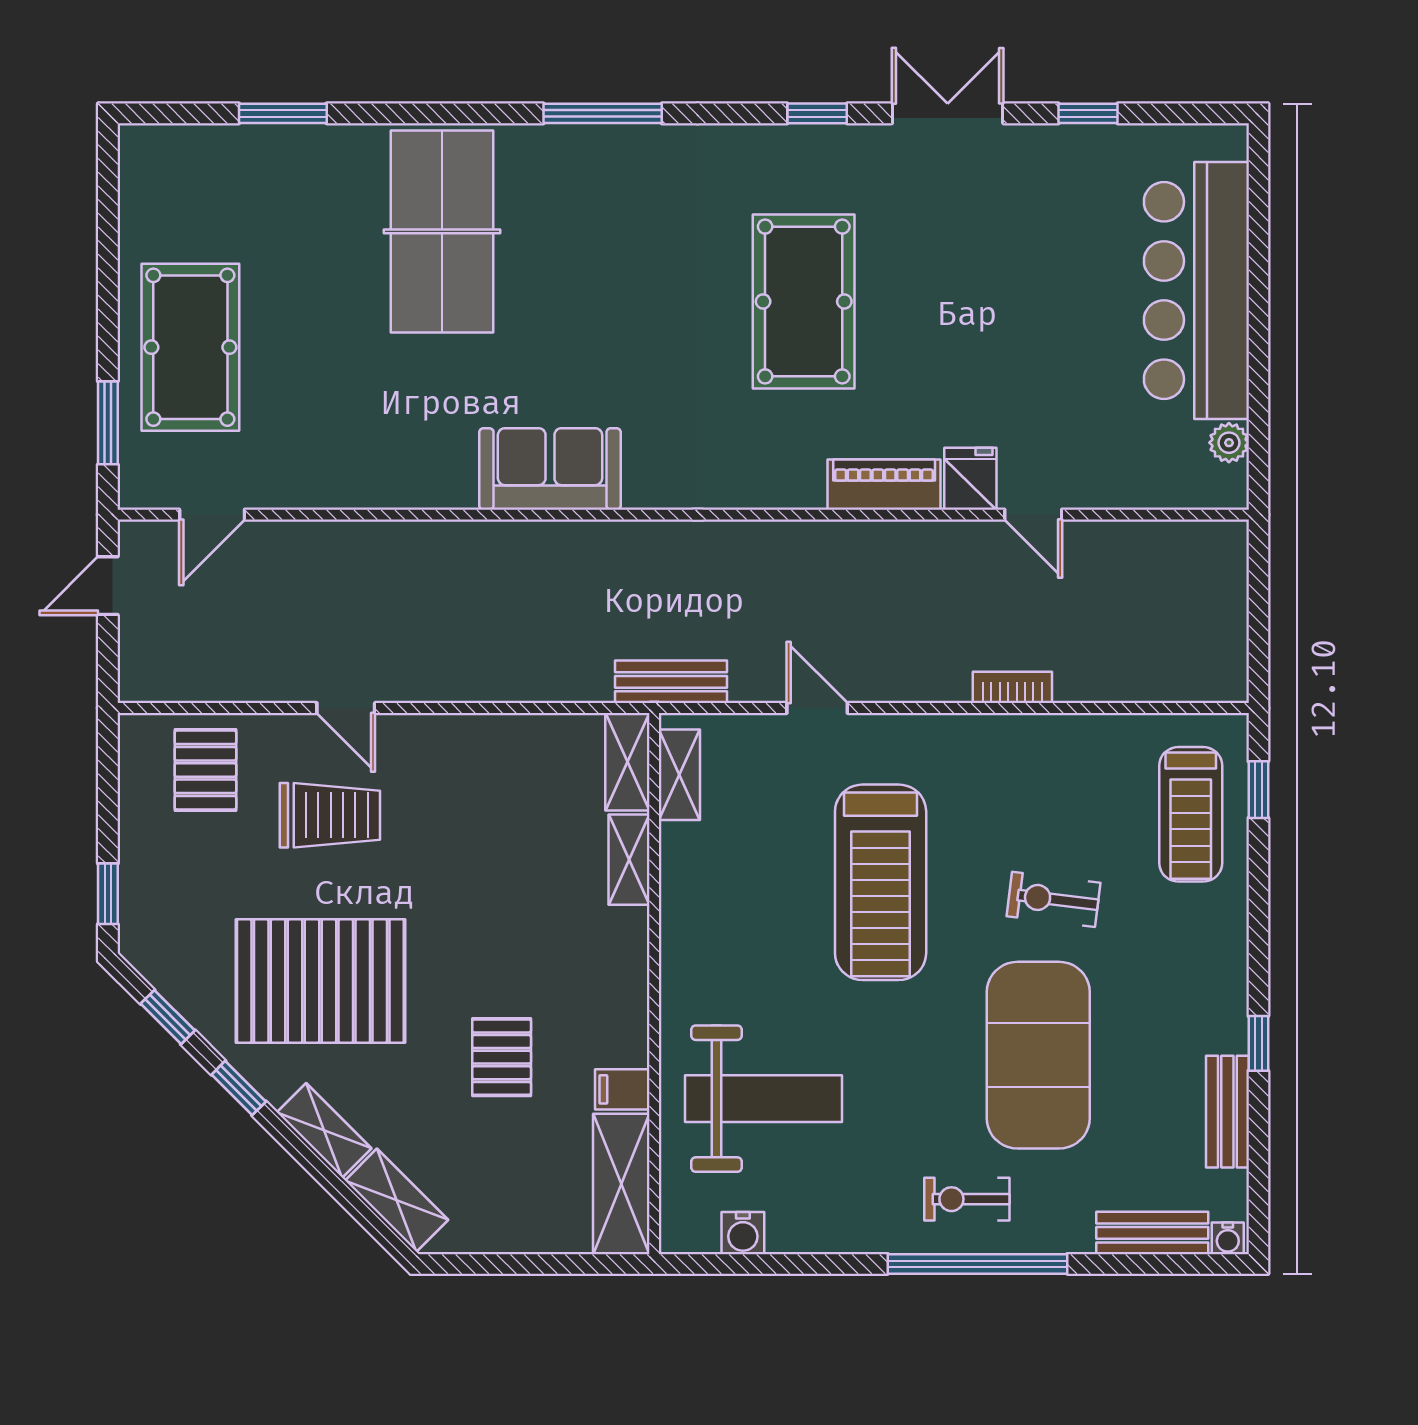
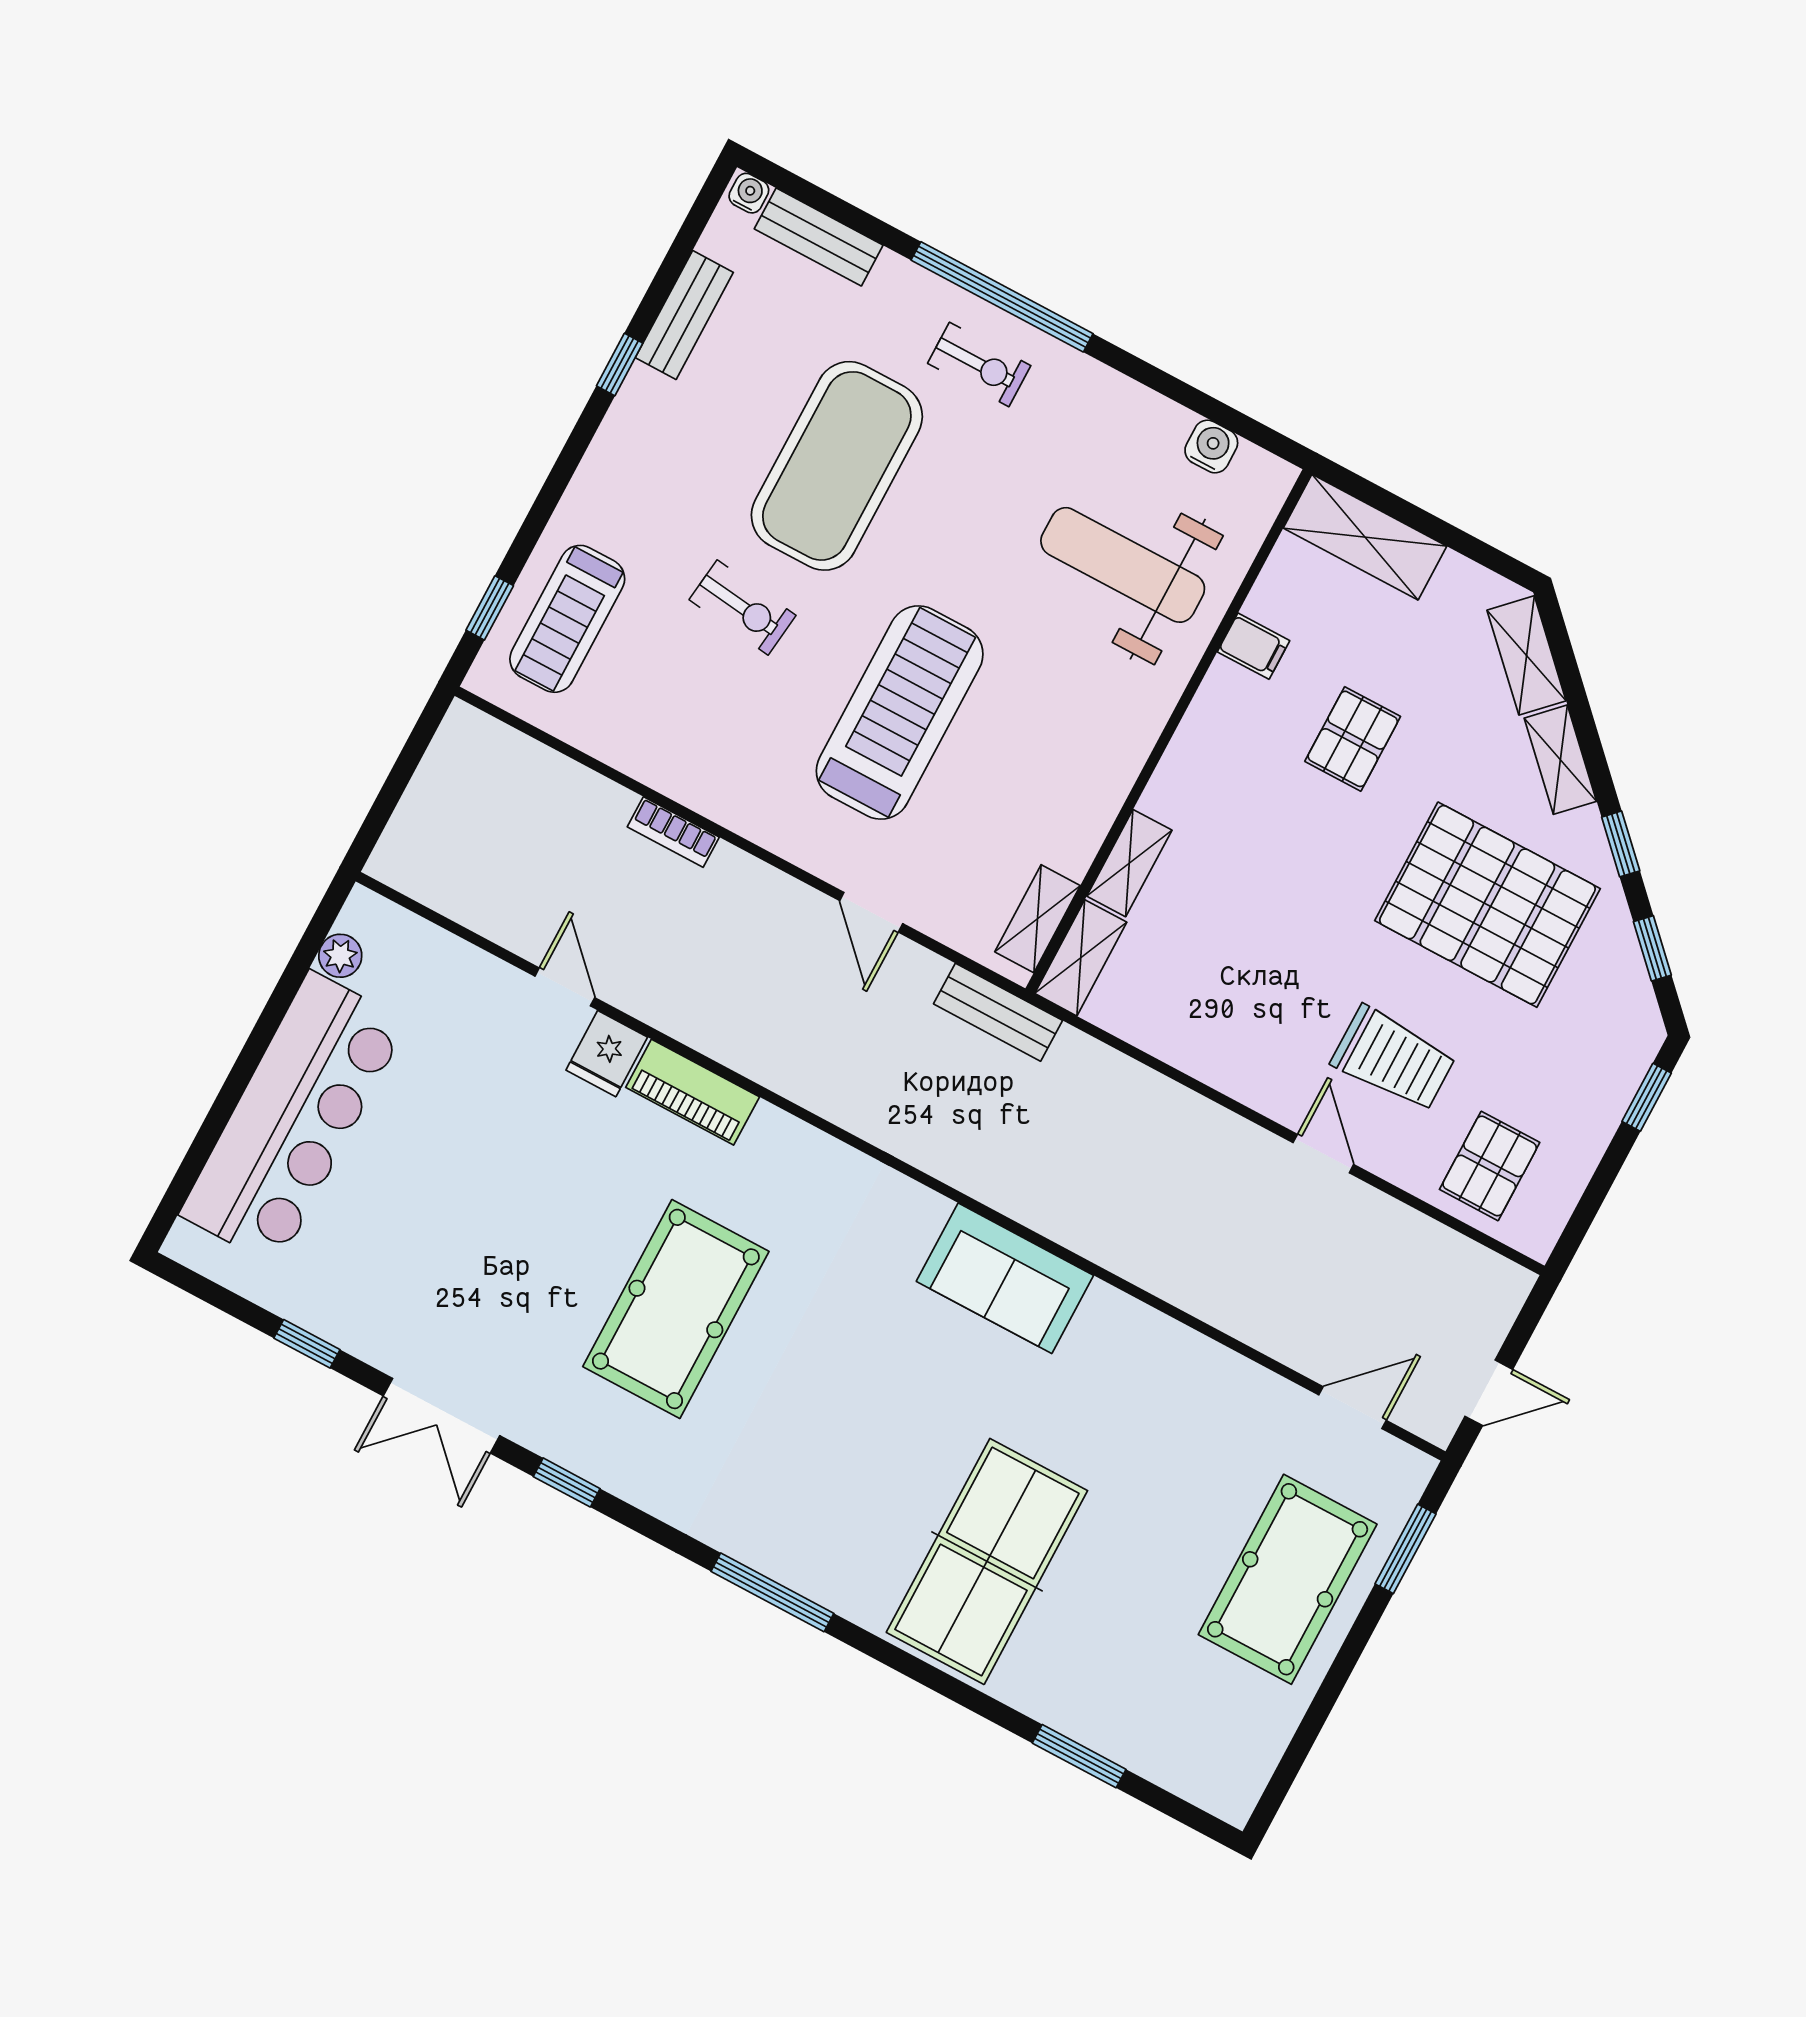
treadmill: (1191, 814) -> (567, 619), turned 180
trolley: (330, 815) -> (1393, 1059), turned 180
shelving: (621, 1184) -> (1365, 537), moved, turned 90

